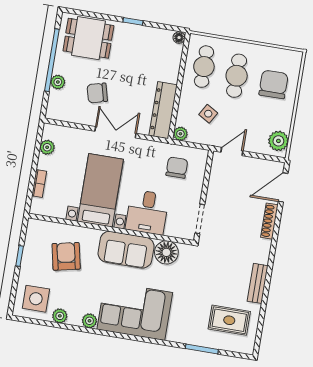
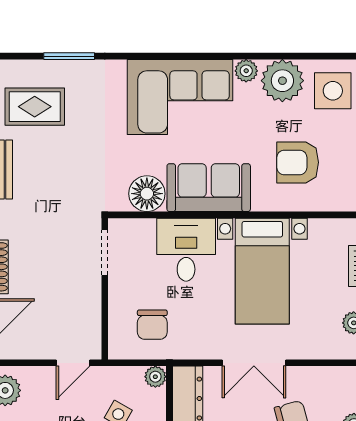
armchair: (66, 256) -> (298, 162), turned 102
plant: (60, 316) -> (282, 81), width x1.88, depth x1.88

